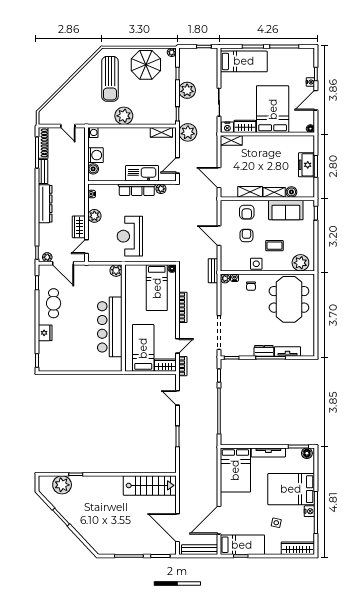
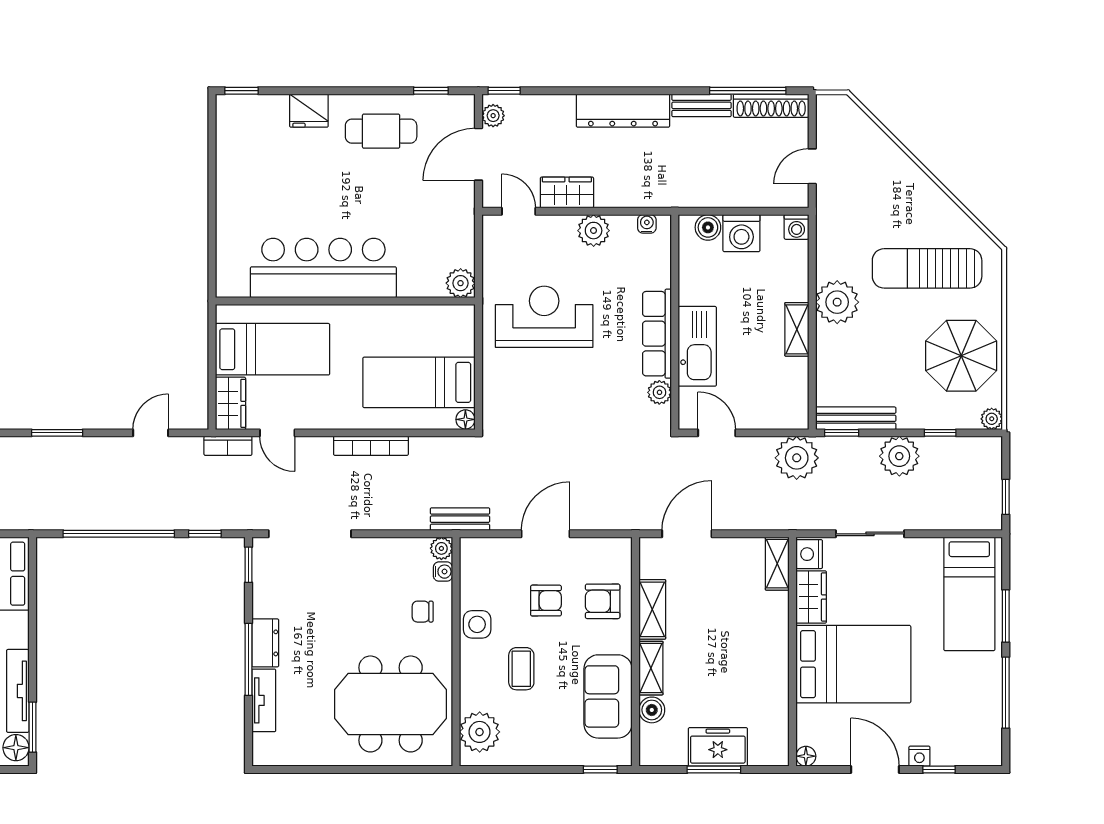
bench: (172, 108) -> (856, 418), added
shelving: (161, 132) -> (797, 329), moved
tv unit: (268, 452) -> (18, 691), moved

